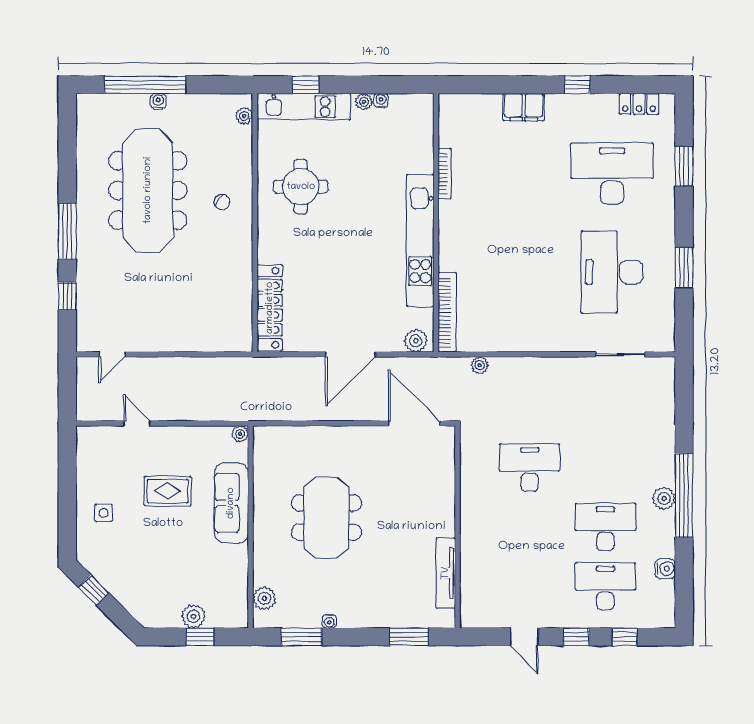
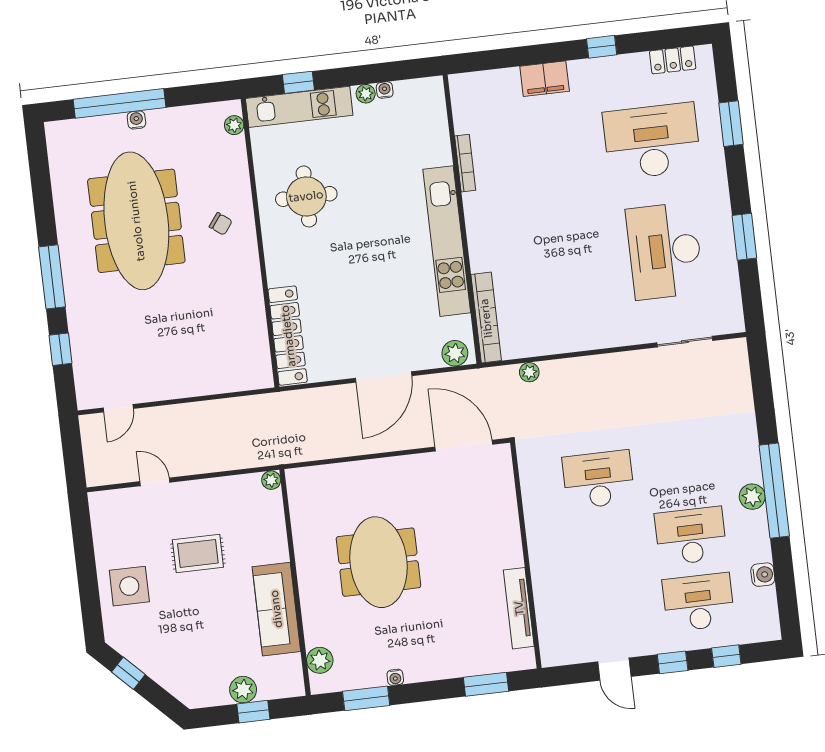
sofa: (231, 503) -> (276, 609), moved
side table: (104, 513) -> (129, 586), width x1.87, depth x1.87

